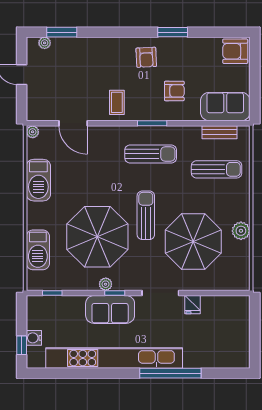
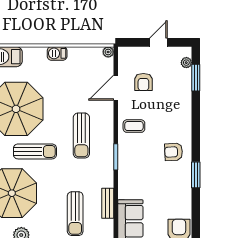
armchair: (174, 91) -> (143, 82), moved
bench: (220, 132) -> (108, 203), moved
sun lounger: (151, 154) -> (81, 136), moved
barbecue: (38, 180) -> (57, 53), width x0.53, depth x0.65

